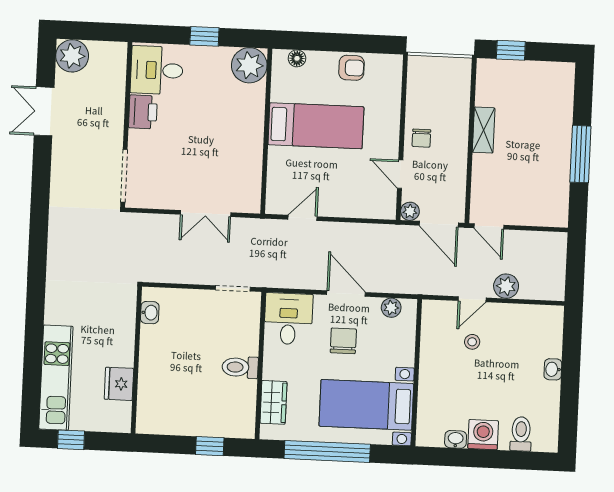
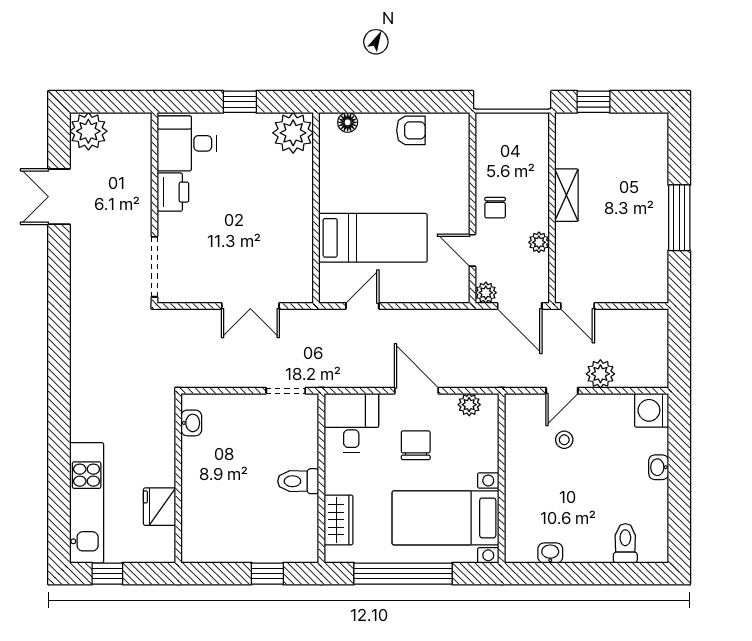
bed: (316, 126) -> (373, 238), moved
plant: (458, 170) -> (539, 242), added
washing machine: (483, 435) -> (652, 410), moved, turned -90

